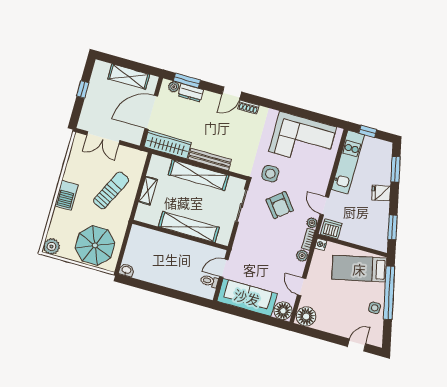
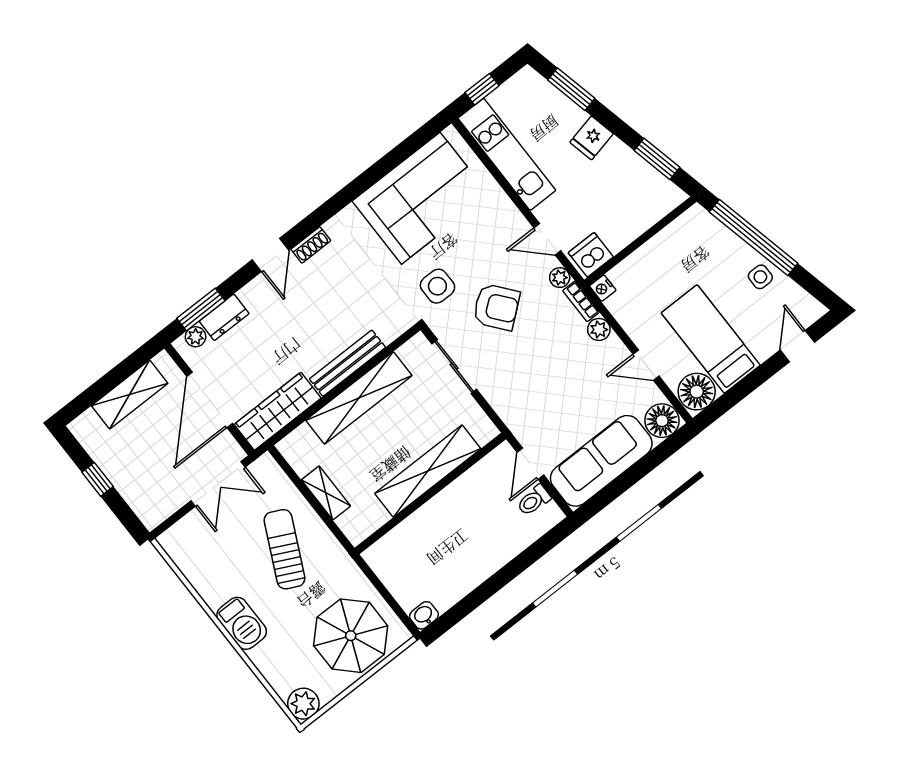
double door: (103, 138) -> (218, 484), moved
bed: (359, 269) -> (711, 339), moved, turned 103

